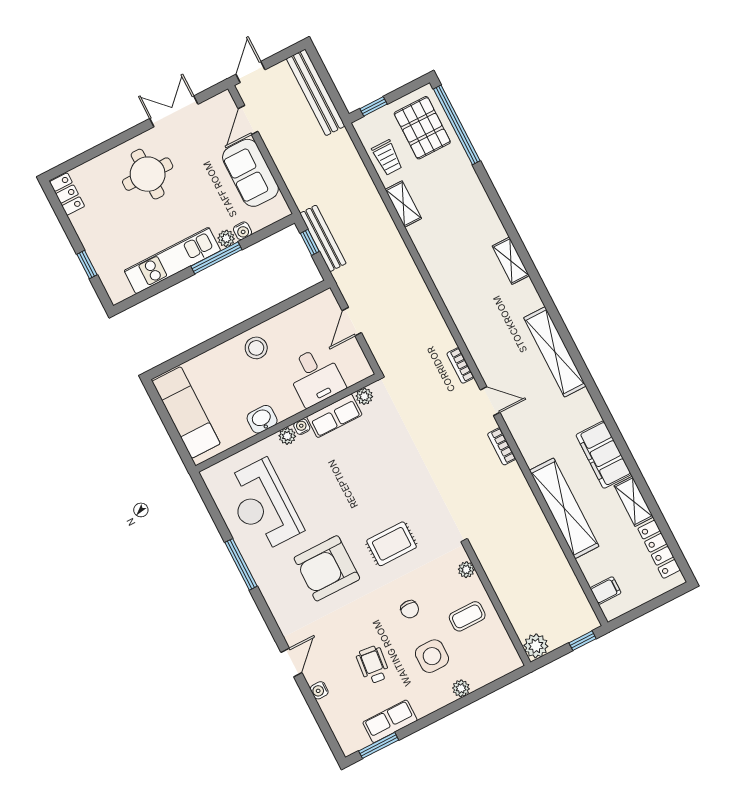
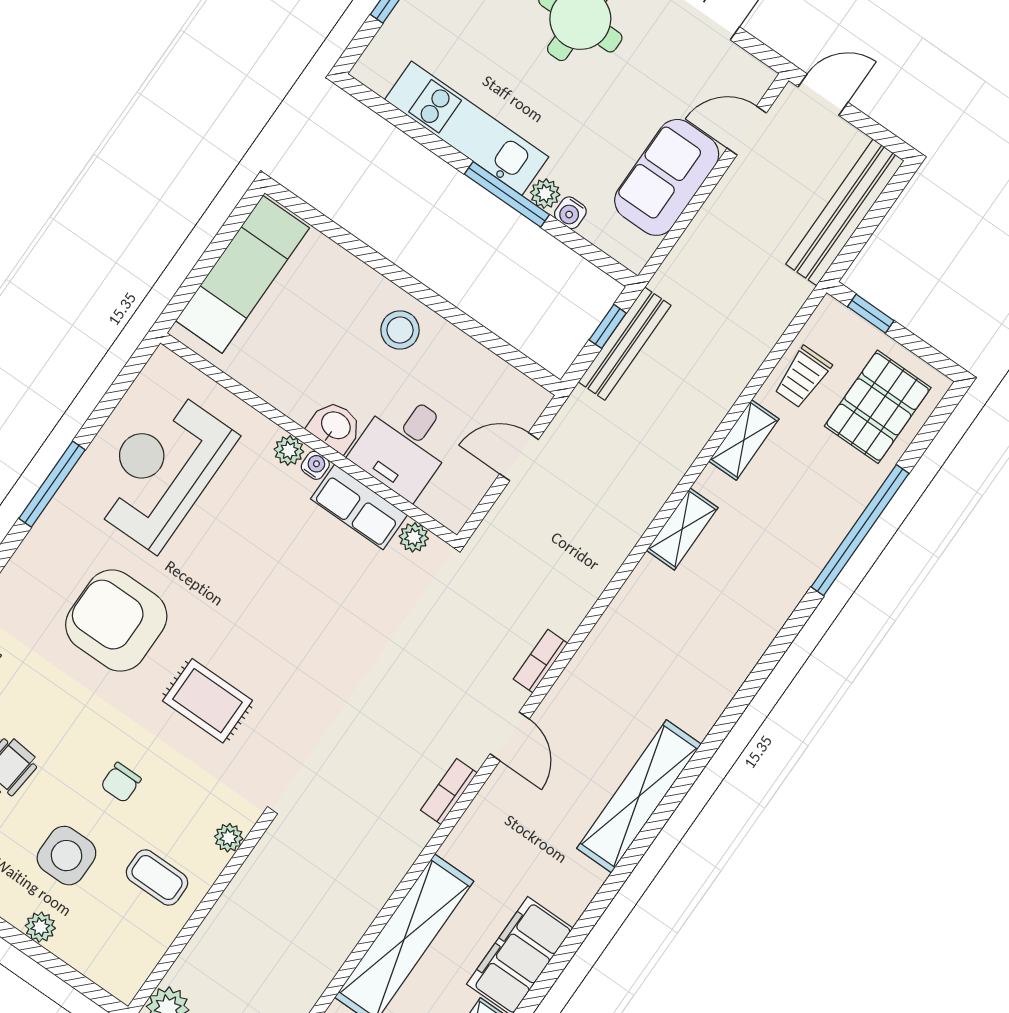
window: (457, 125) -> (860, 530), moved
shelving: (511, 261) -> (682, 529), moved
washbasin: (262, 419) -> (335, 426), moved

